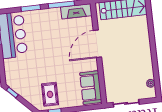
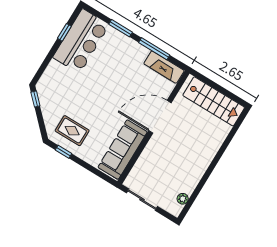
sofa: (91, 88) -> (123, 150), width x1.36
rug: (50, 94) -> (72, 131), turned 90

